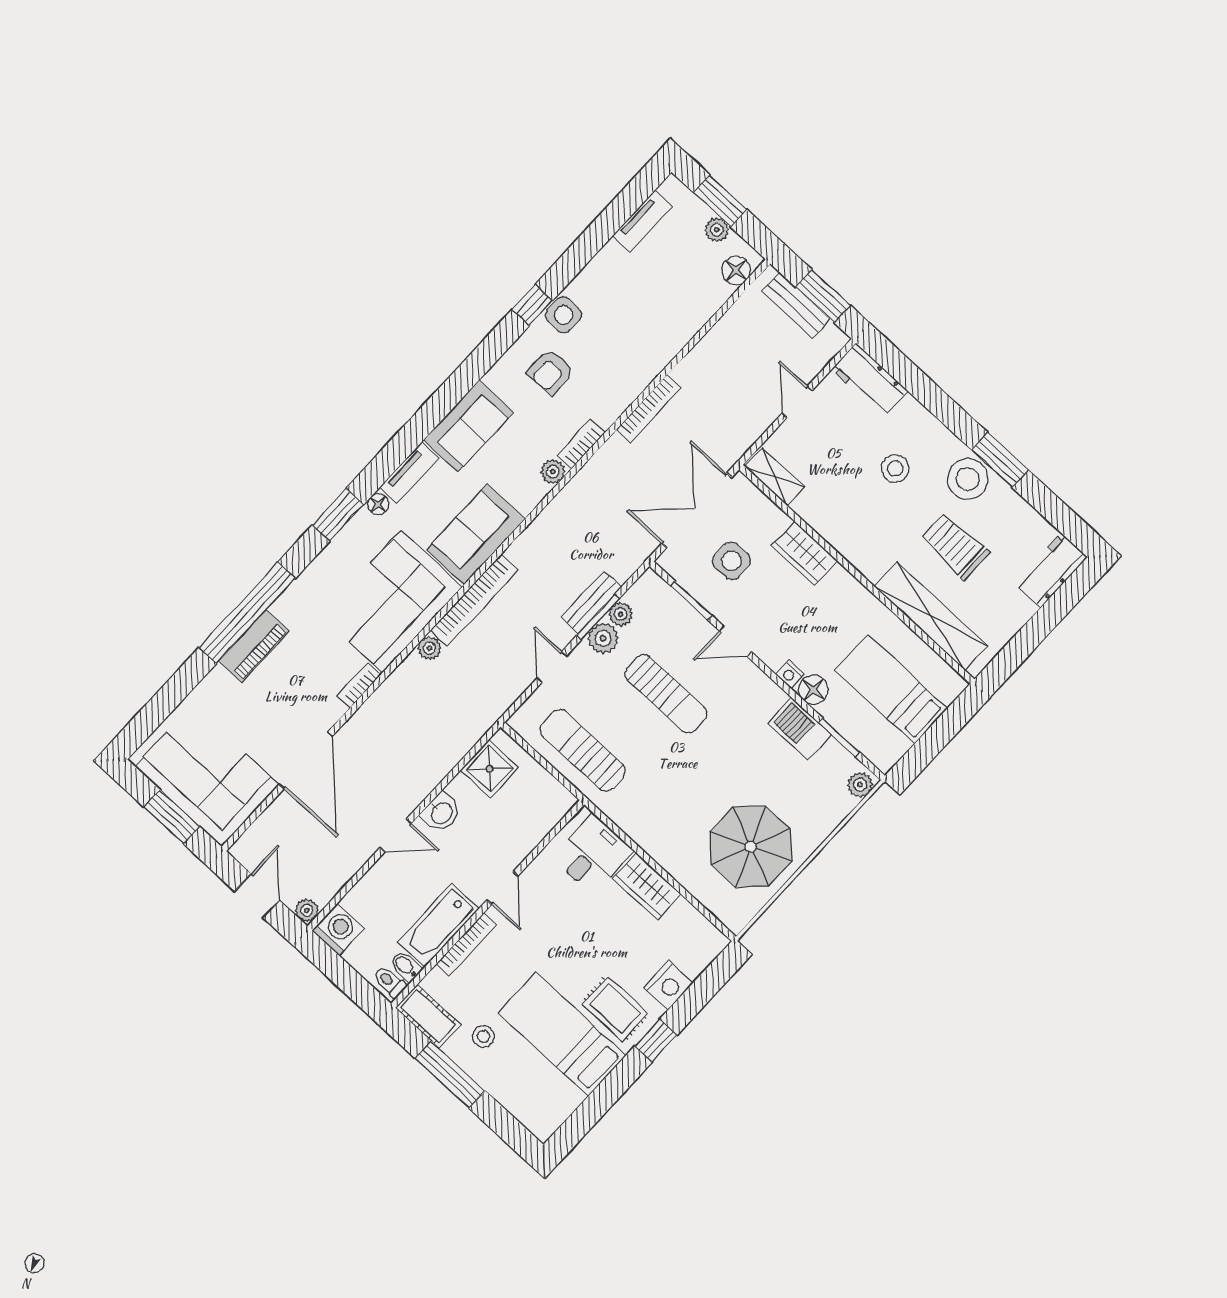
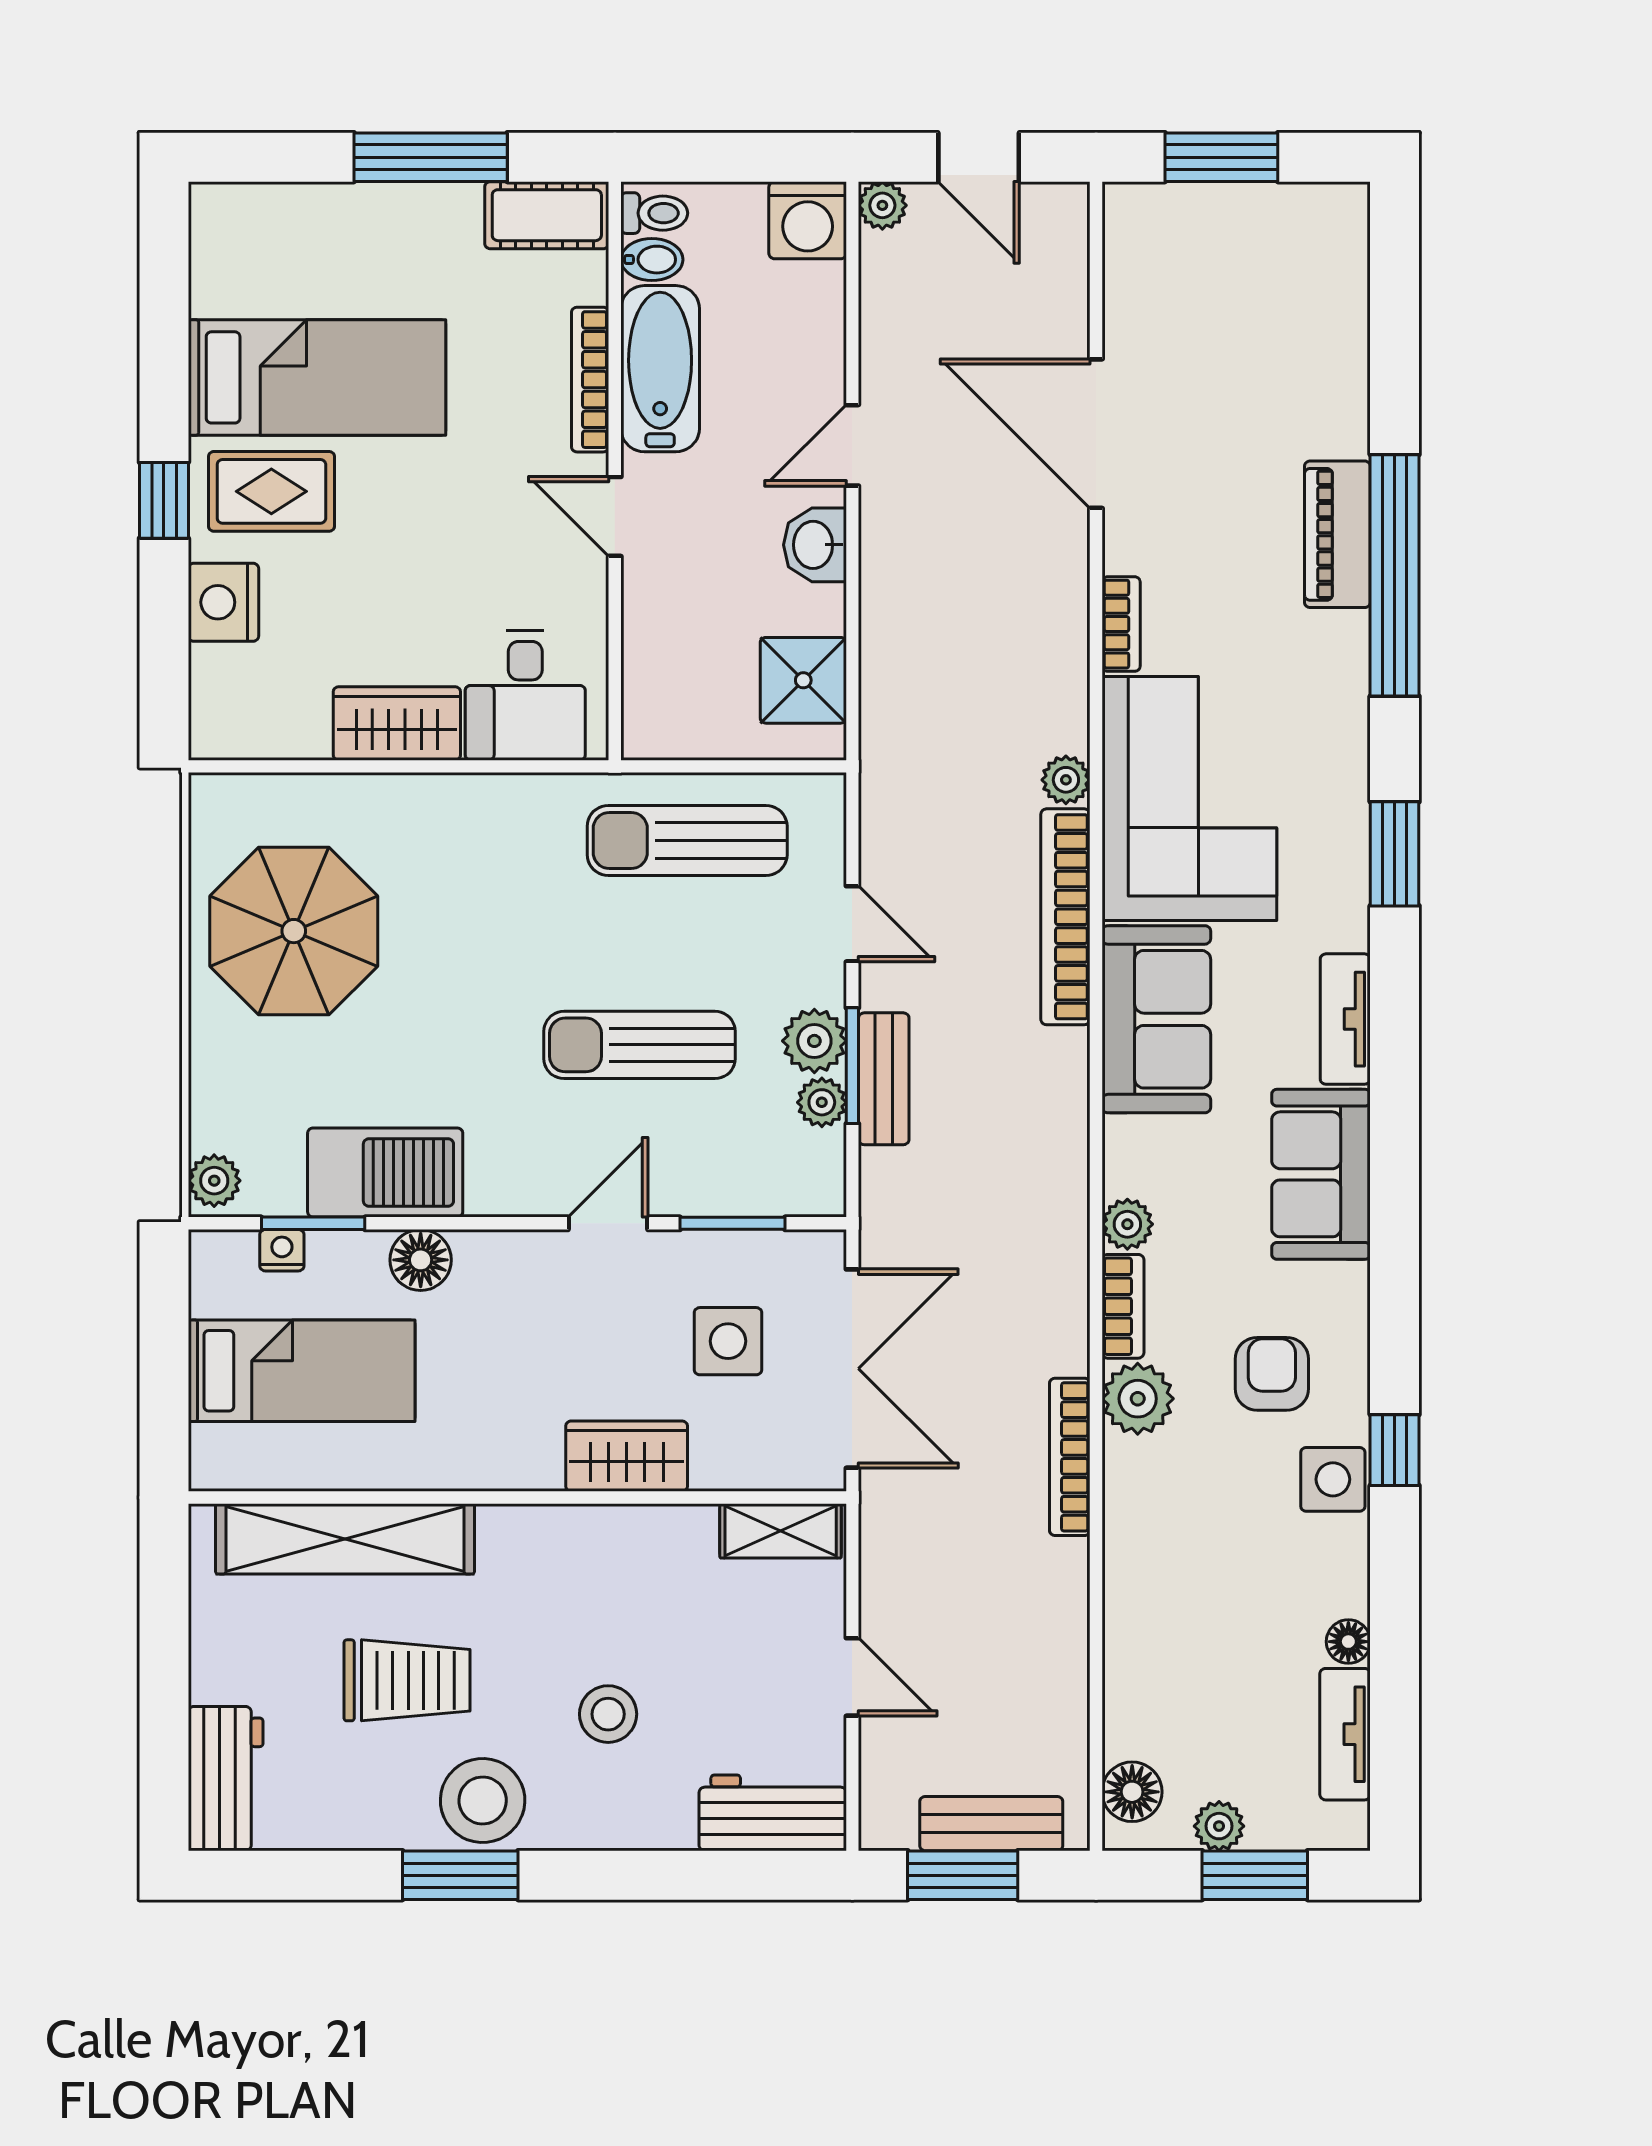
plant: (606, 407) -> (1138, 1399), added
floor lamp: (378, 504) -> (1348, 1642), moved
nightstand: (790, 674) -> (282, 1250), moved
barbecue: (800, 729) -> (385, 1173), width x1.37, depth x1.21
sun lounger: (583, 750) -> (687, 840), turned 180
corner sofa: (207, 776) -> (1226, 270), removed
stool: (483, 1036) -> (434, 263), removed

